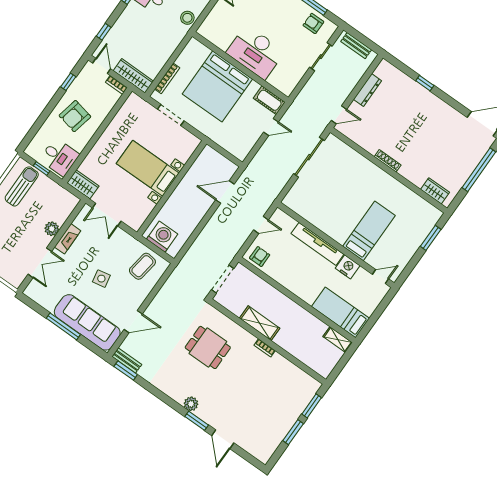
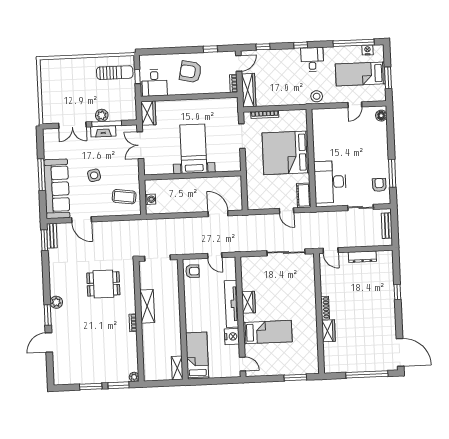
desk: (255, 52) -> (330, 182), moved
wardrobe: (435, 191) -> (328, 331), moved
wardrobe: (328, 227) -> (248, 302), added
window: (63, 230) -> (107, 124), added
washing machine: (162, 237) -> (150, 199), width x0.53, depth x0.53
dining table: (208, 347) -> (103, 284), turned 90
plant: (315, 385) -> (134, 377), added

